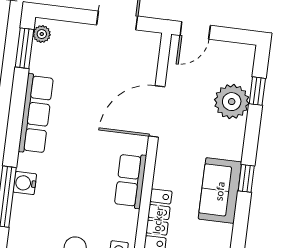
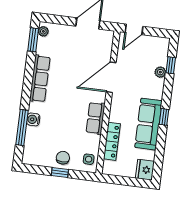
plant: (232, 102) -> (160, 72), width x0.53, depth x0.53
sofa: (220, 191) -> (148, 124), width x1.36

